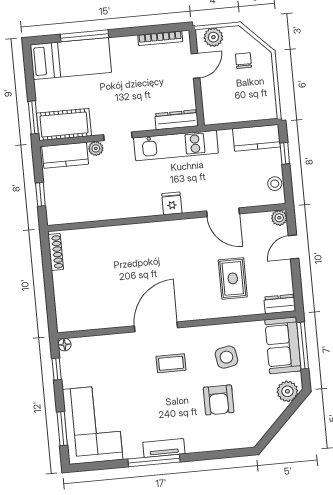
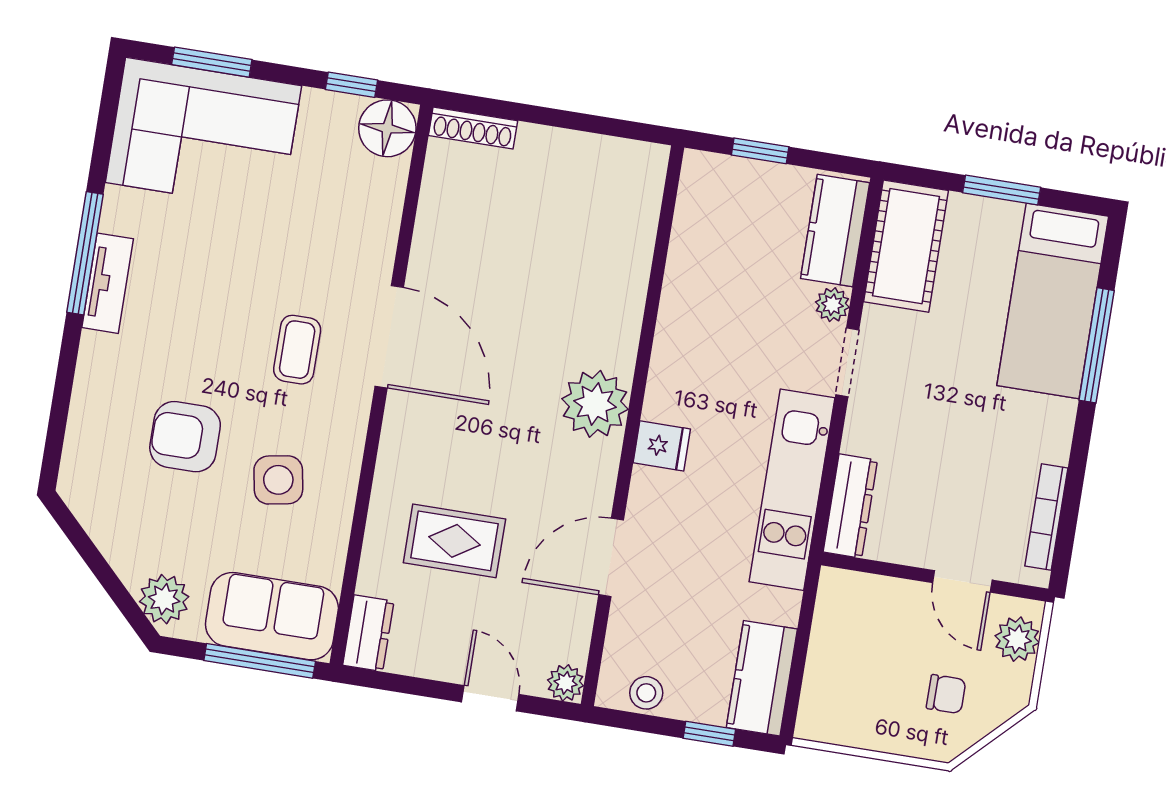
window: (33, 117) -> (1002, 190), moved
plant: (162, 235) -> (595, 404), added
shoe rack: (56, 252) -> (473, 128), moved
floor lamp: (65, 345) -> (387, 128), width x1.89, depth x1.89

